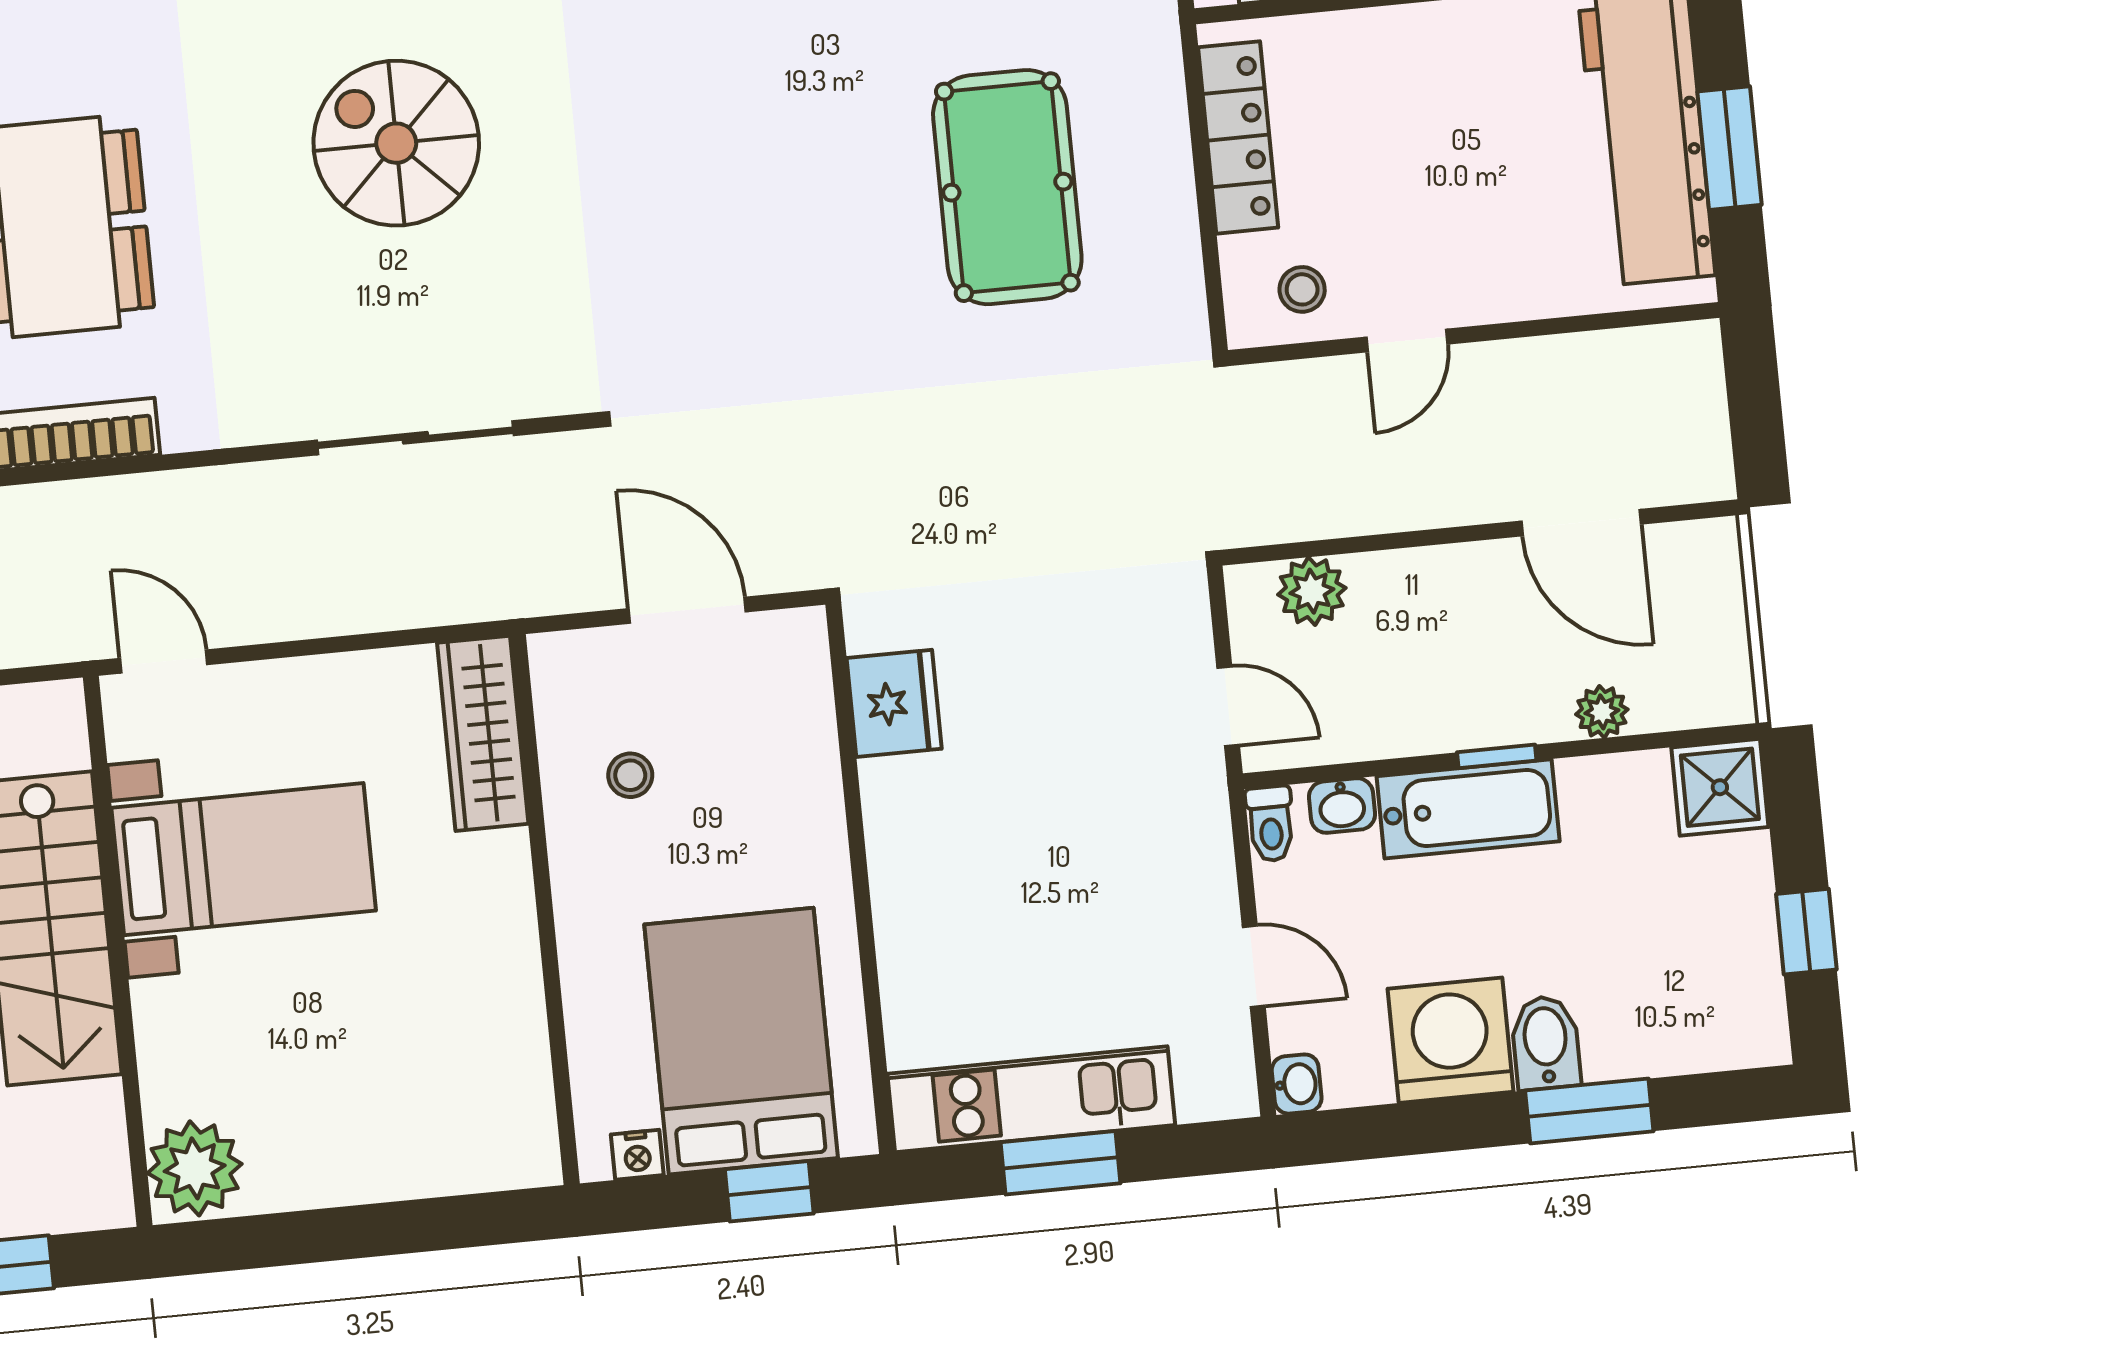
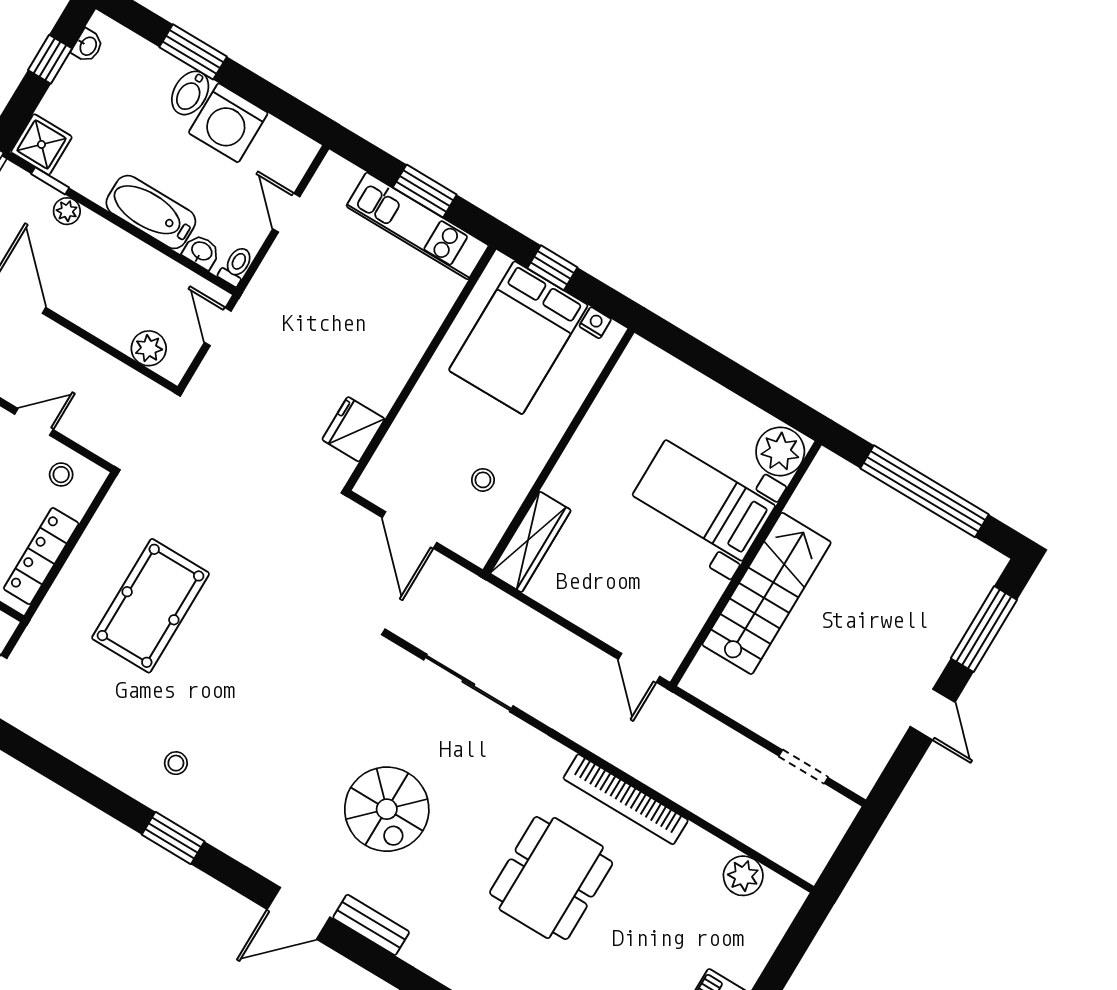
window: (1497, 756) -> (50, 181), moved
bed with nightstands: (244, 859) -> (704, 500), moved
washbasin: (1297, 1084) -> (88, 46), moved, turned 180

